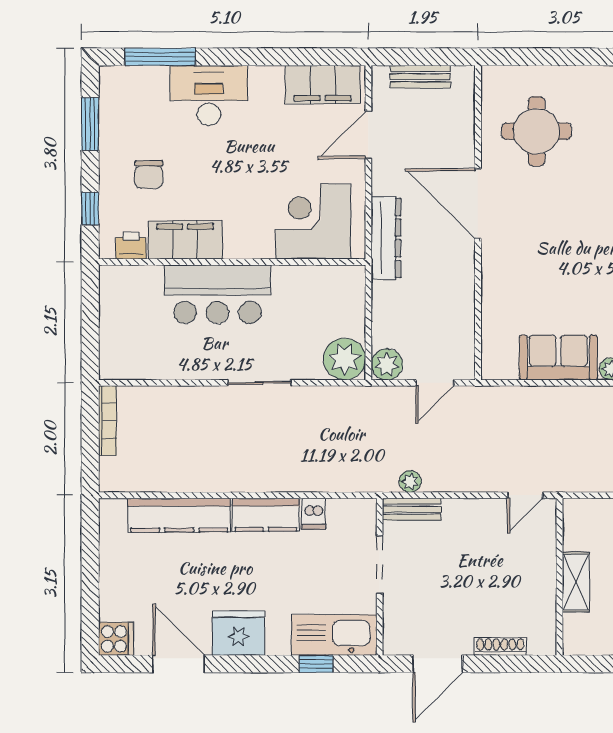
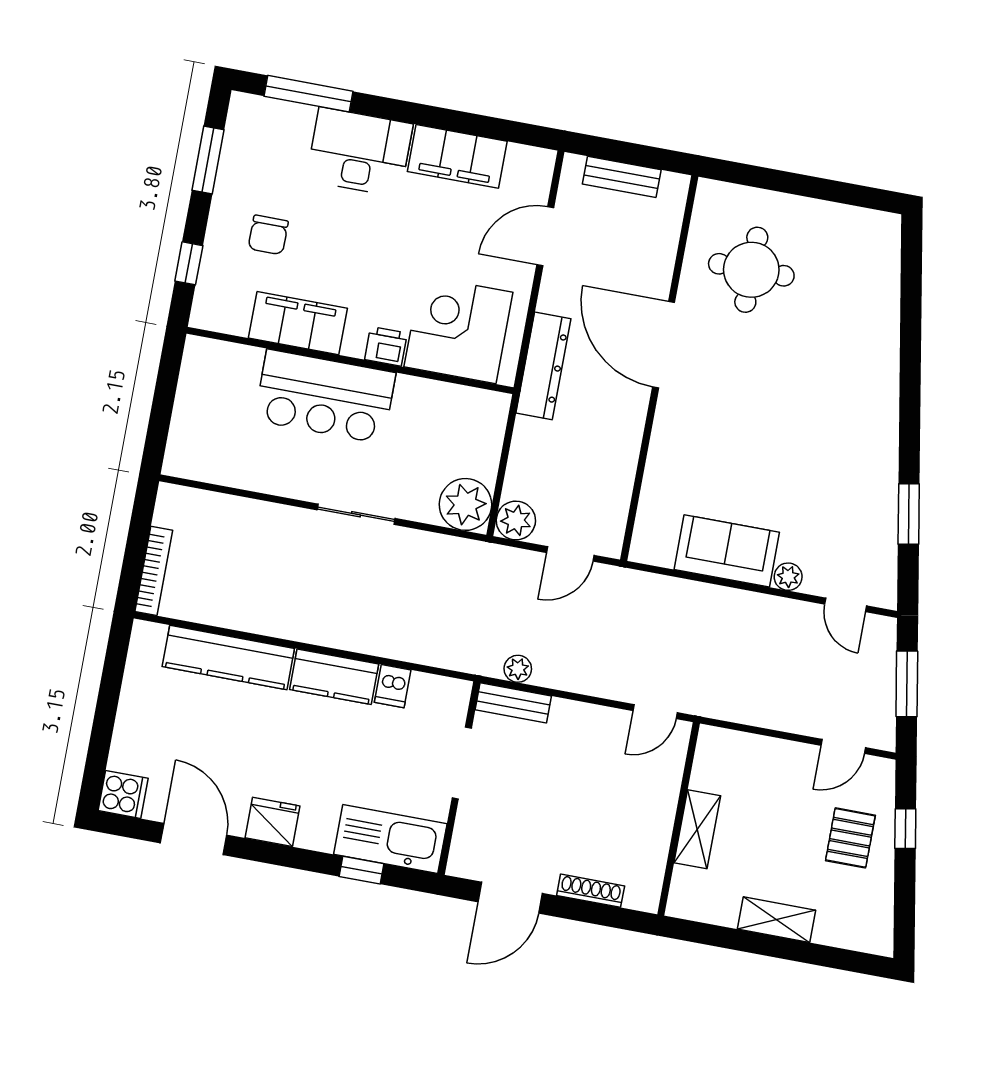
filing cabinet: (323, 85) -> (457, 156), moved
printer: (131, 246) -> (386, 346), moved
bookcase: (108, 421) -> (154, 571), moved
fridge: (238, 633) -> (273, 822), width x0.73, depth x0.75

